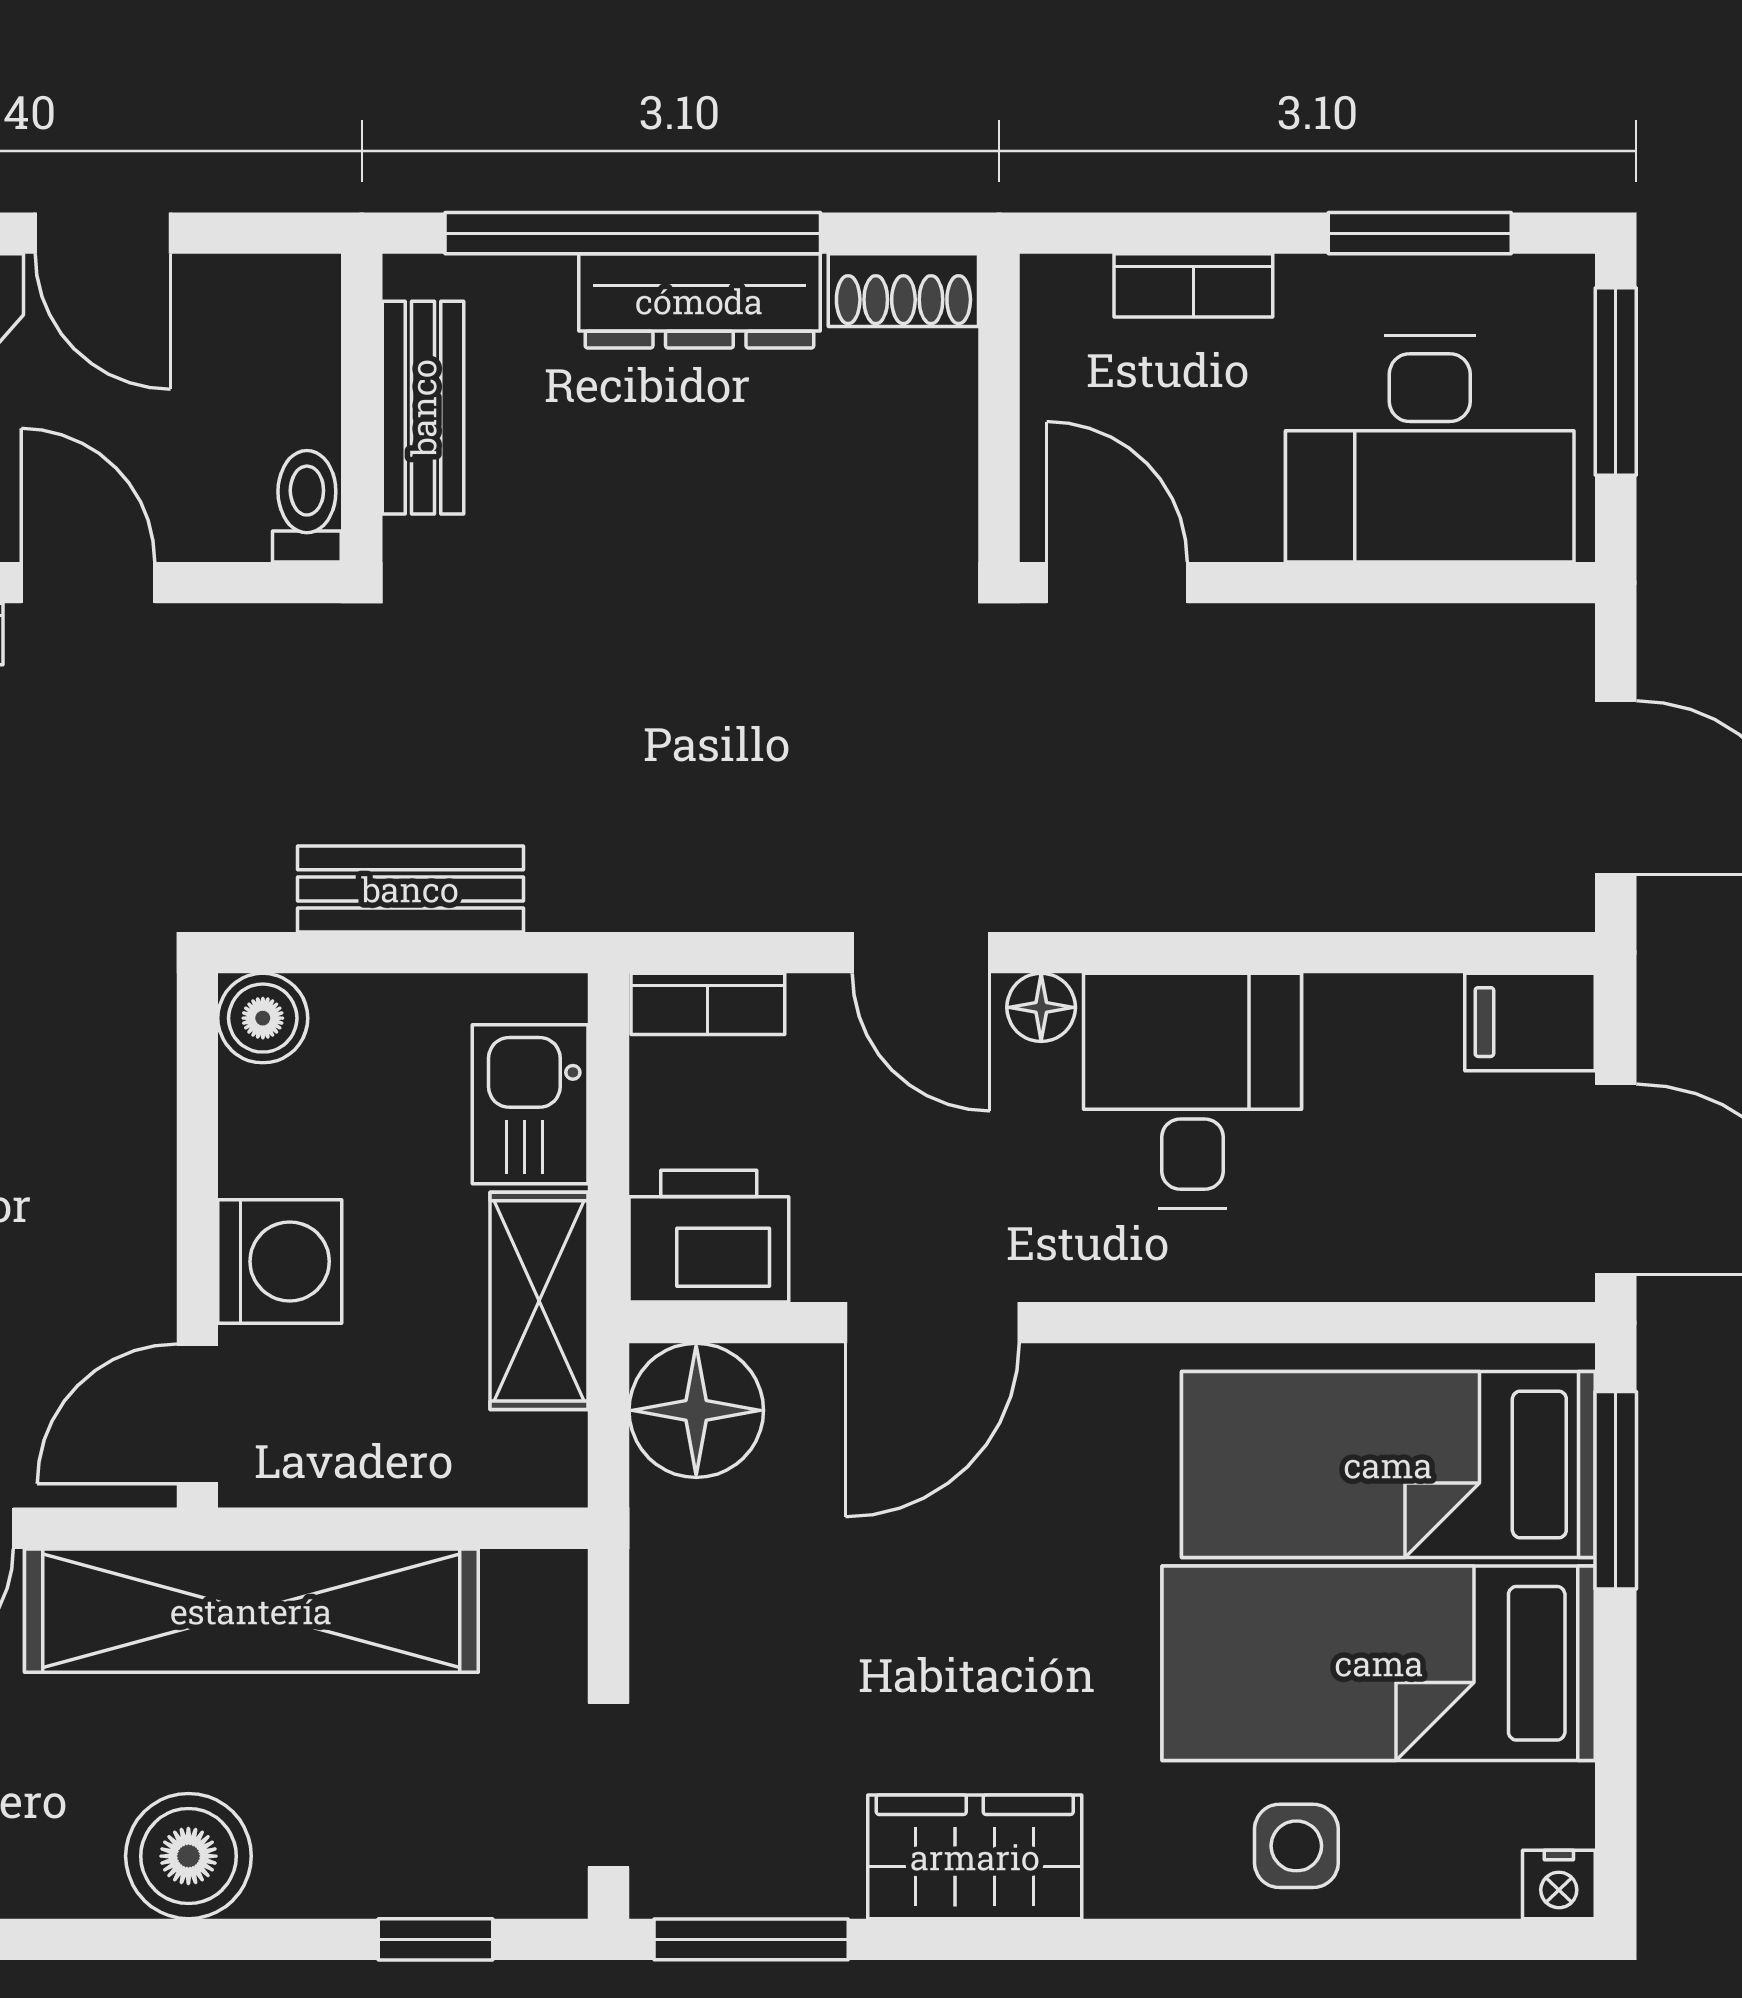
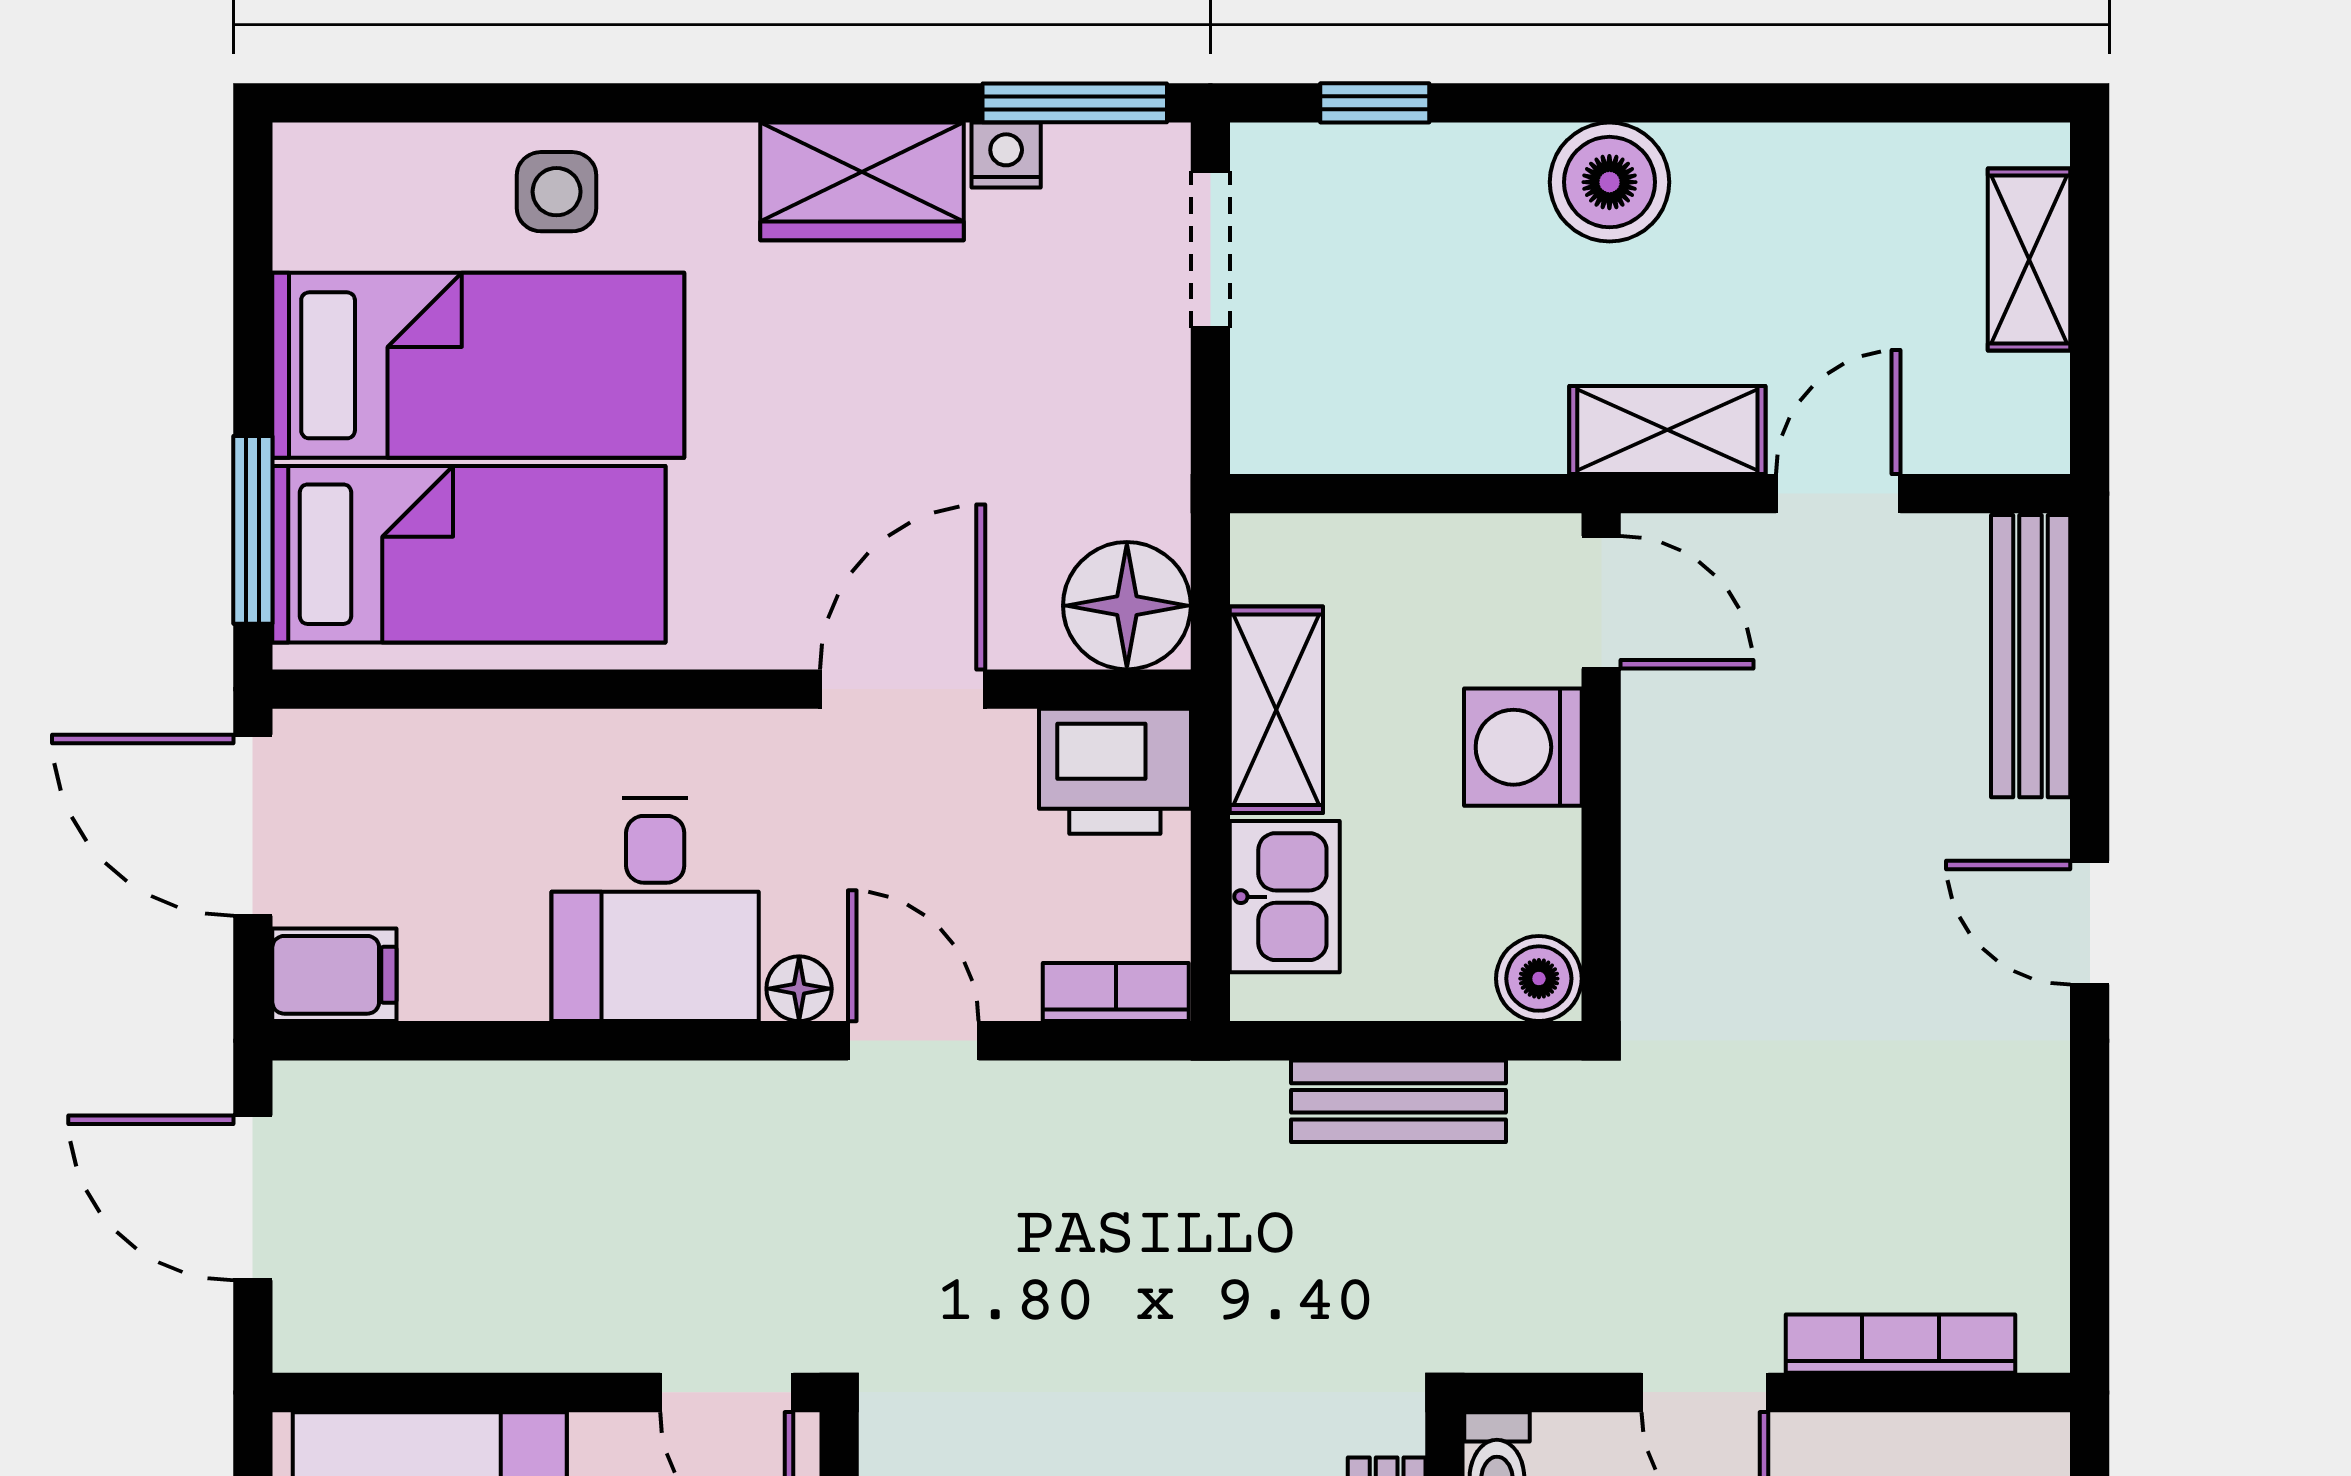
door: (197, 1414) -> (1601, 602), hinge flipped
shelving: (251, 1611) -> (1667, 430), width x0.45, depth x0.75
nightstand: (1559, 1884) -> (1006, 155), moved

